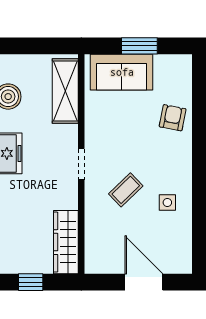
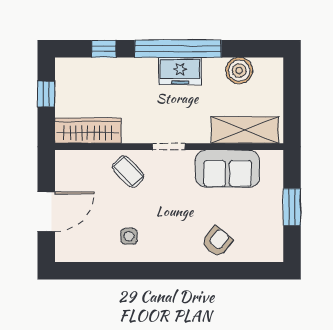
sofa: (122, 72) -> (227, 169), moved, turned -90
armchair: (173, 118) -> (217, 242), turned -62
coffee table: (126, 190) -> (128, 172), moved

